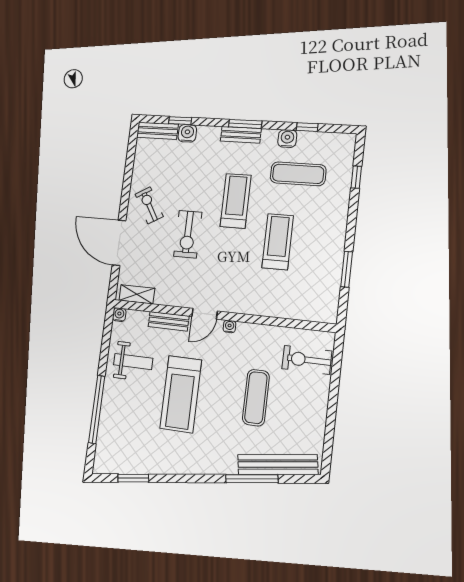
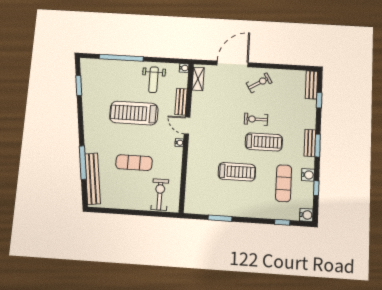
water cooler: (187, 133) -> (306, 215), moved
exercise bike: (188, 234) -> (256, 119), moved, width x0.73, depth x0.72

